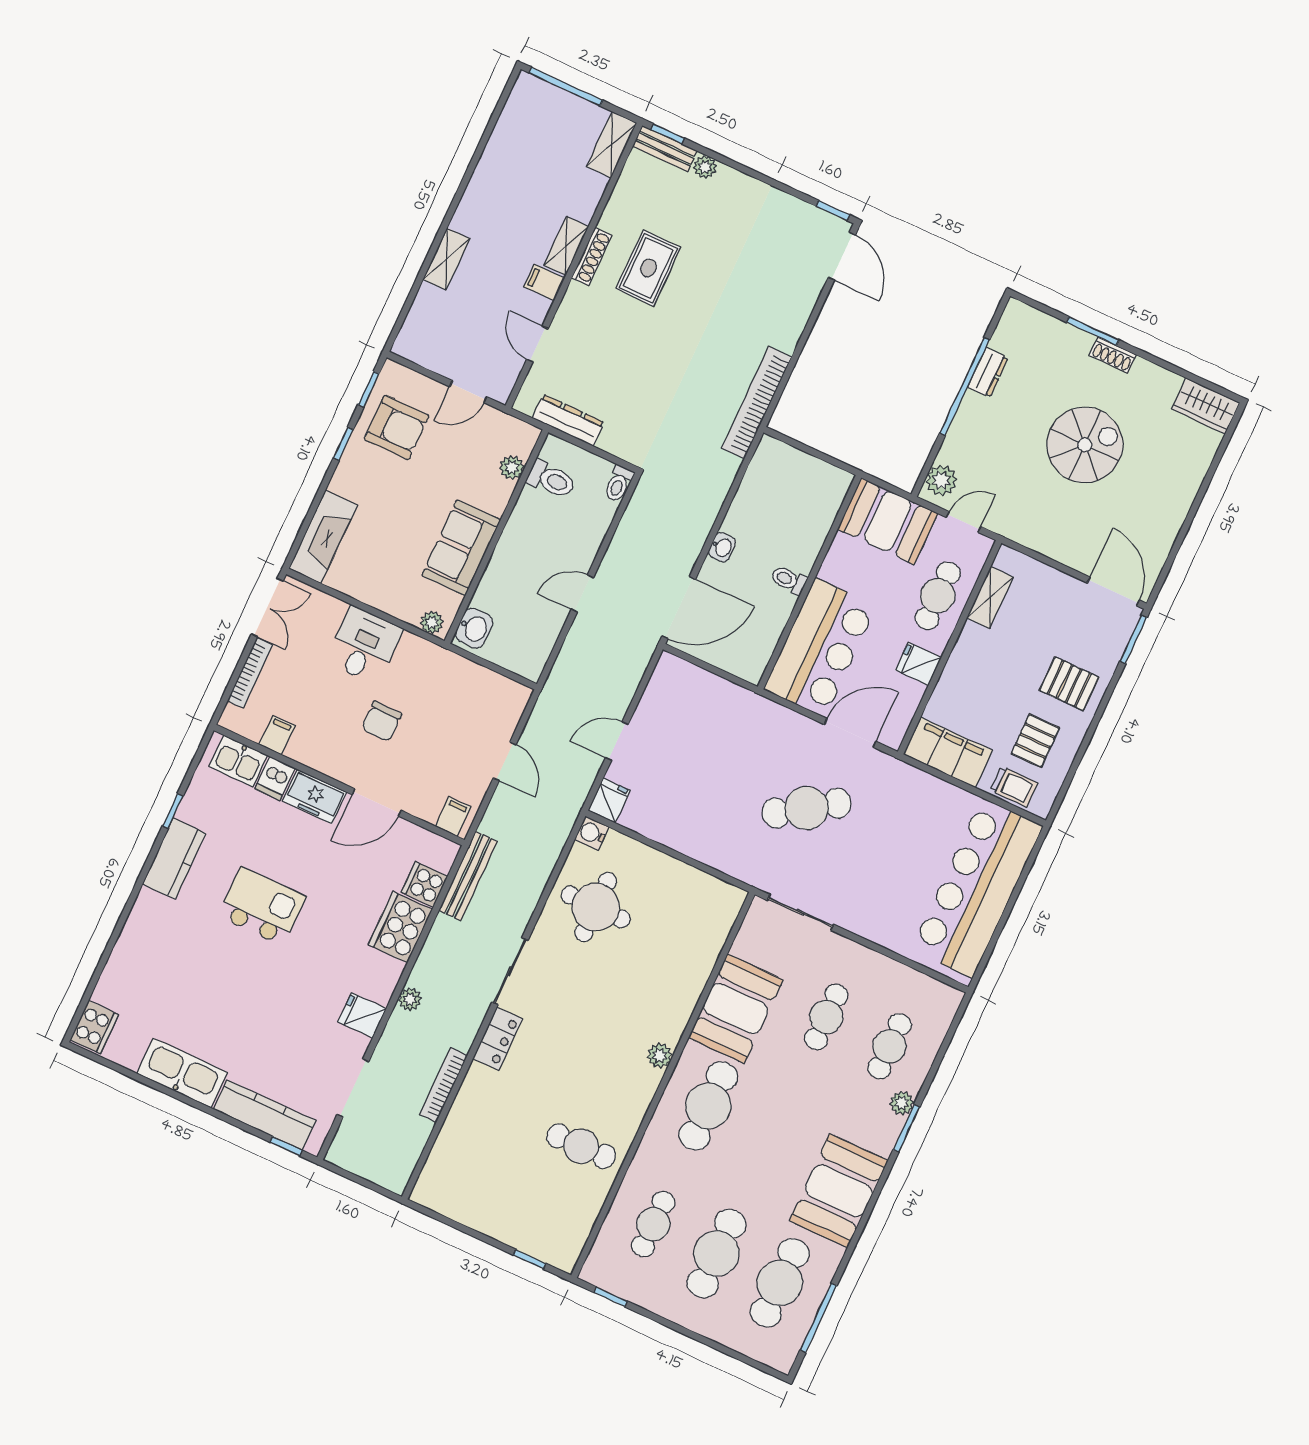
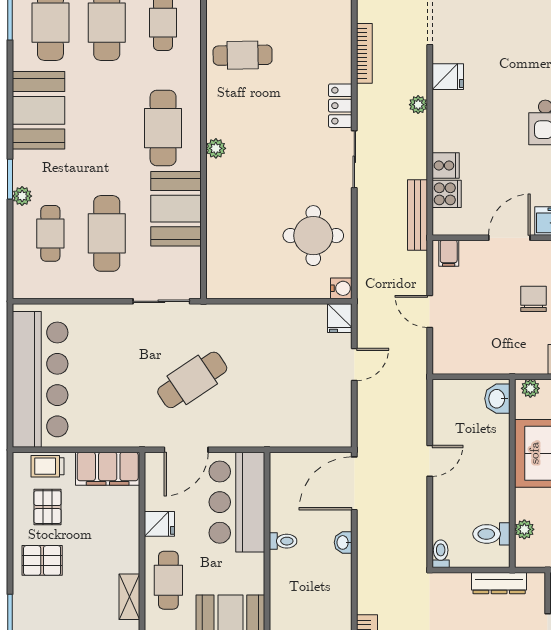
cooker: (400, 927) -> (446, 166), width x0.53, depth x0.76
cafe table: (826, 1017) -> (107, 233), width x1.37, depth x1.35

